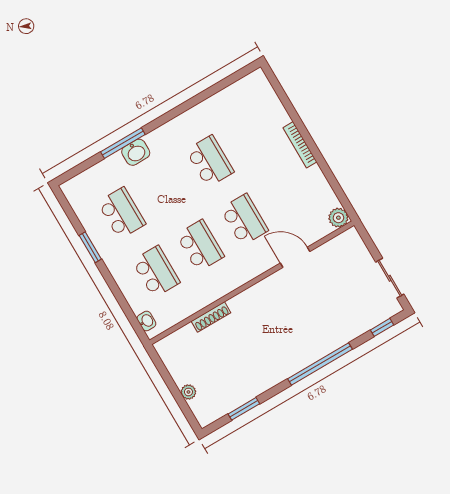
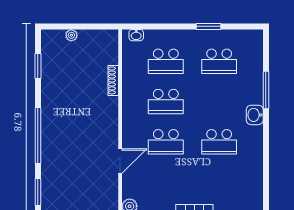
washbasin: (136, 152) -> (255, 115), moved
window: (382, 327) -> (38, 192), width x1.50

